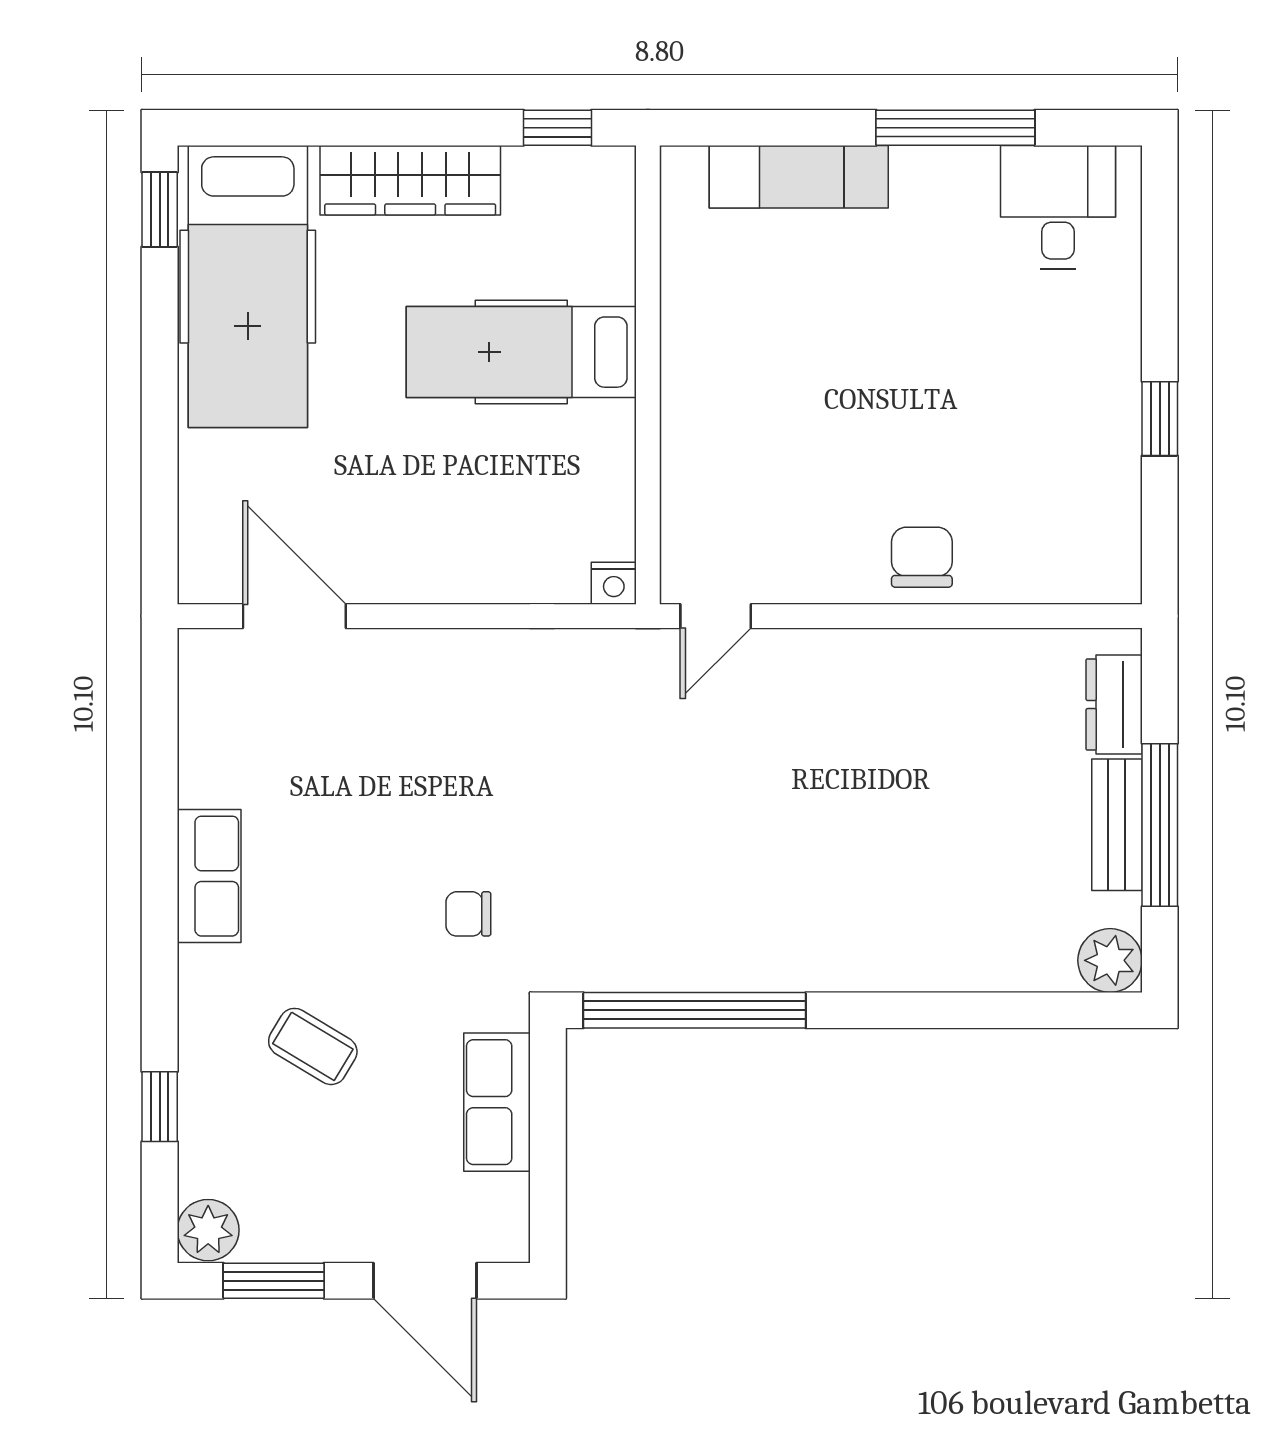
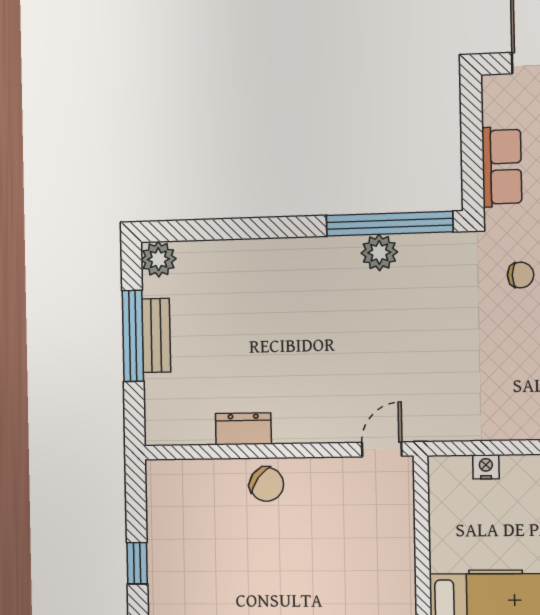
chair: (922, 557) -> (267, 484), turned -53
nightstand: (614, 583) -> (486, 467), moved
dresser: (1114, 705) -> (243, 429), moved, turned -90
plant: (714, 960) -> (379, 252), added

